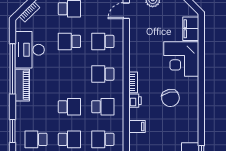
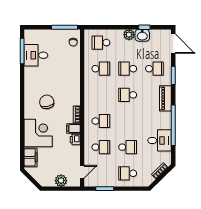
desk: (30, 50) -> (160, 140), width x0.73
piano: (22, 85) -> (165, 98), moved
printer: (135, 101) -> (75, 140), moved
school desk: (103, 107) -> (101, 95), removed
filing cabinet: (137, 127) -> (74, 128), moved

